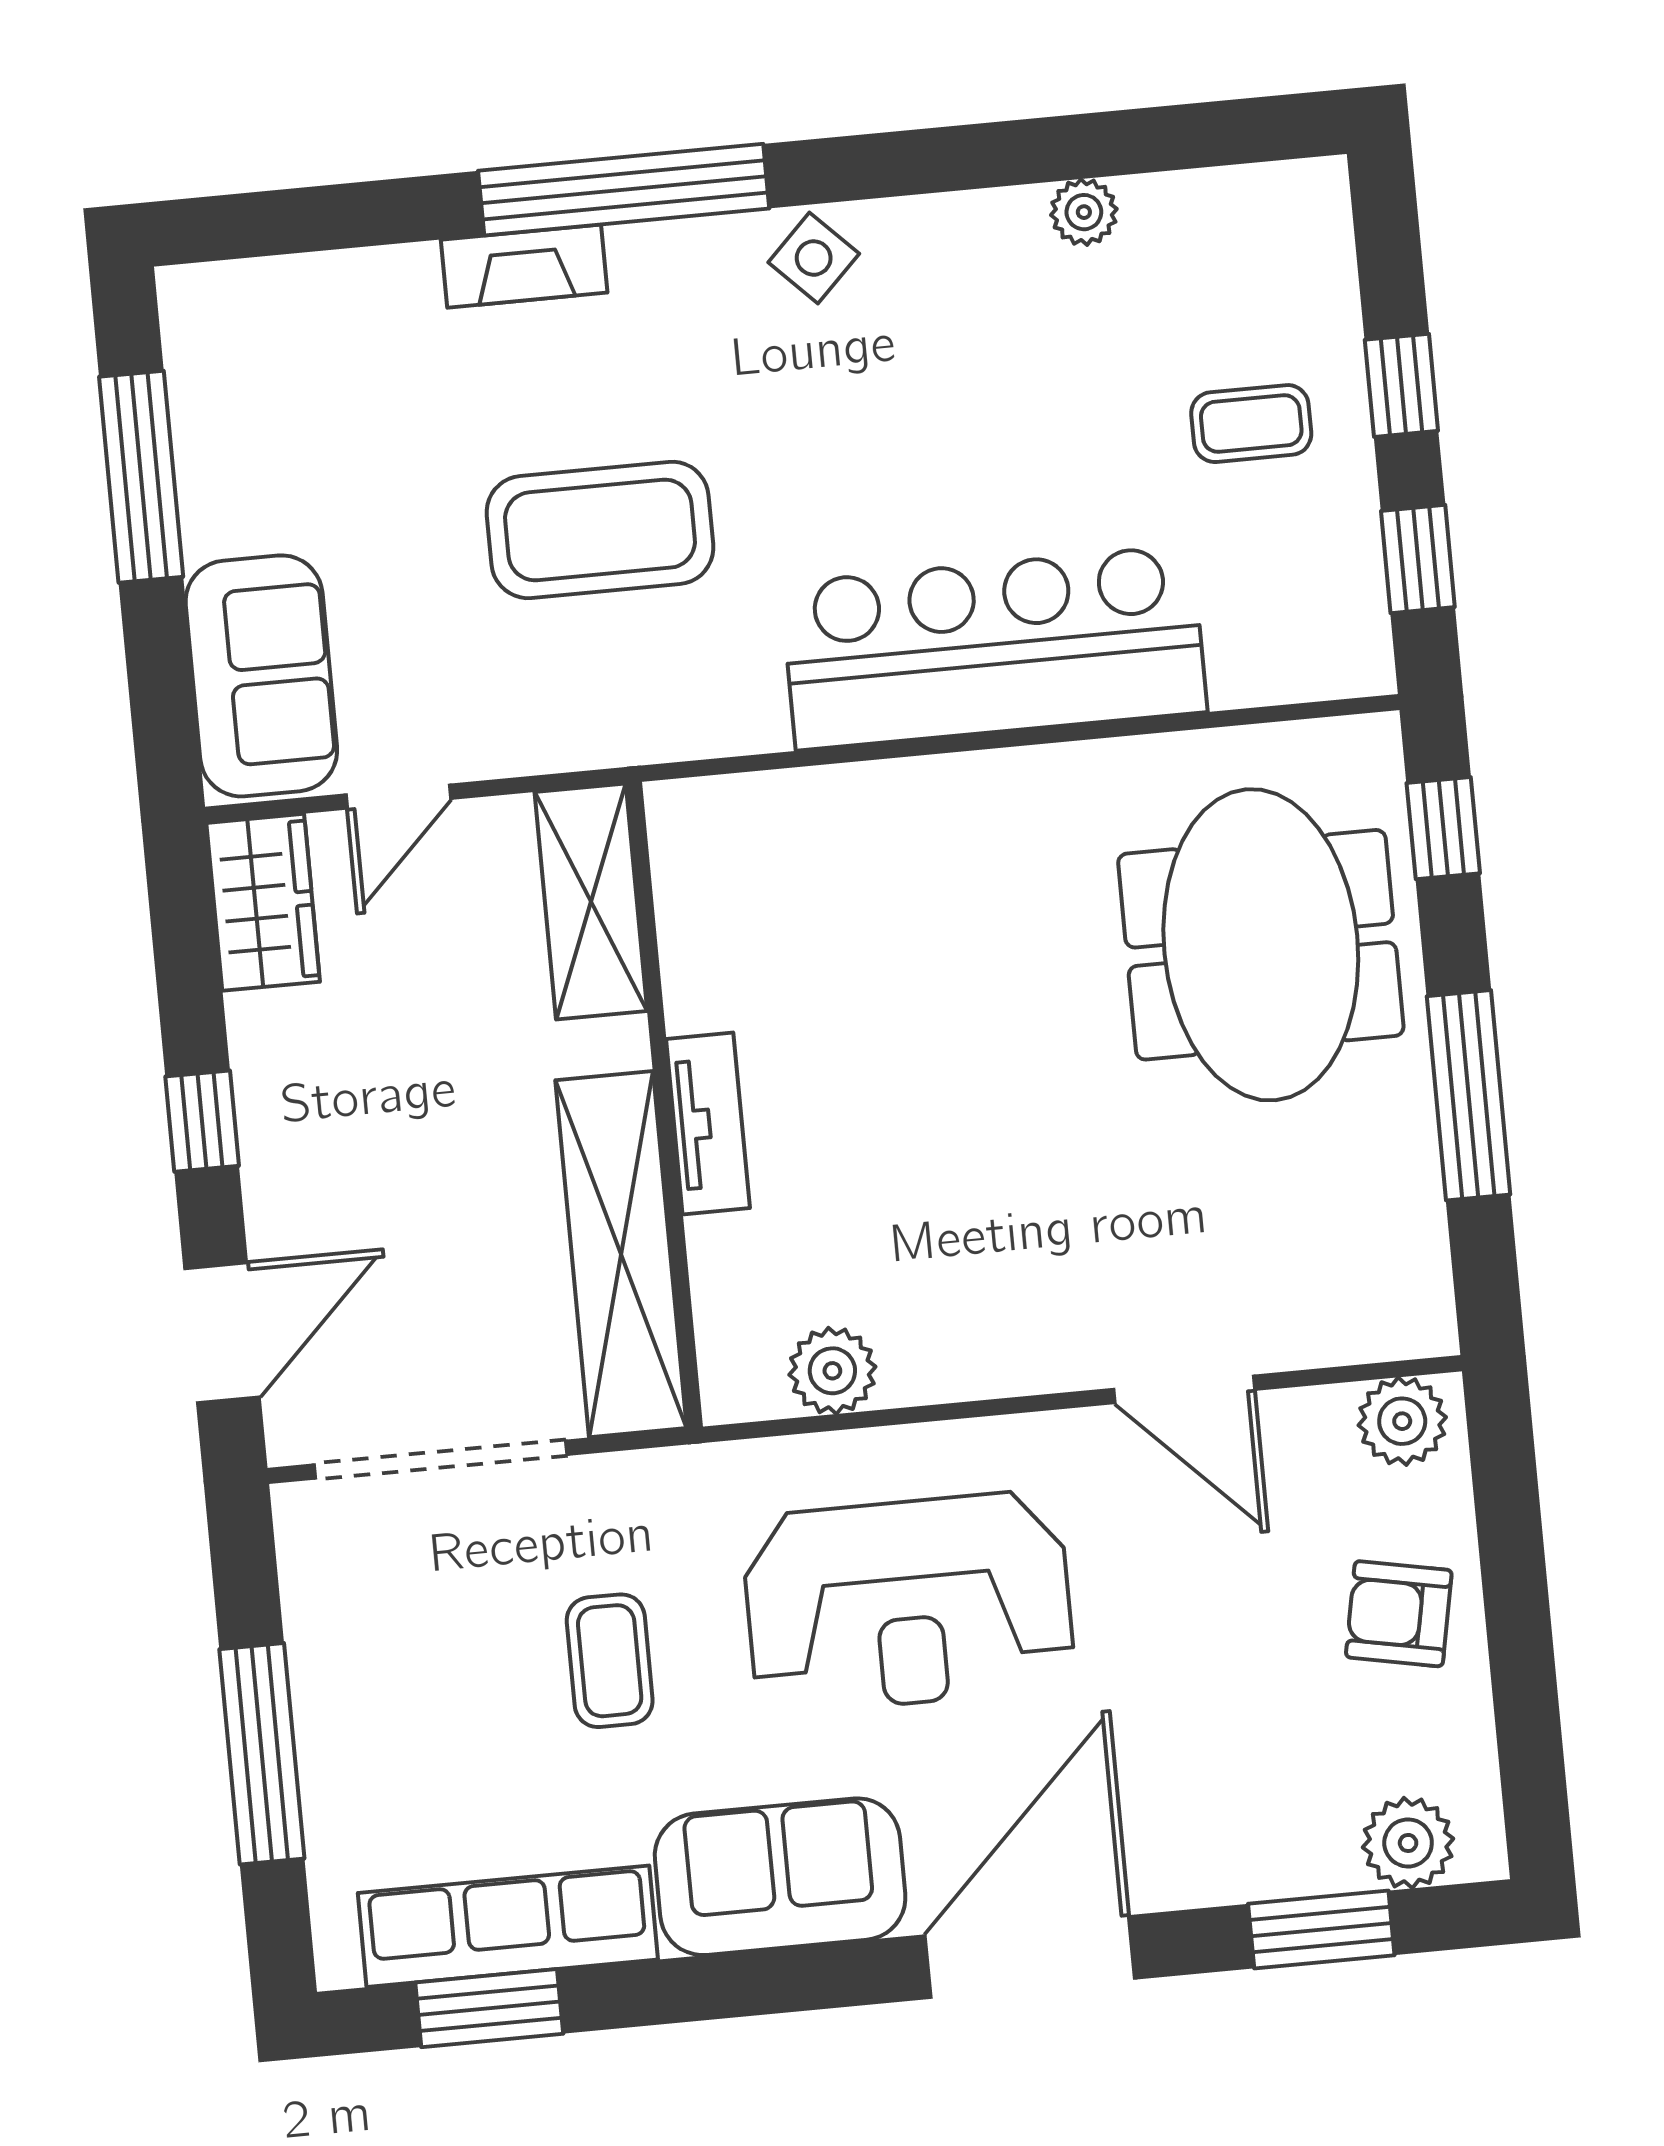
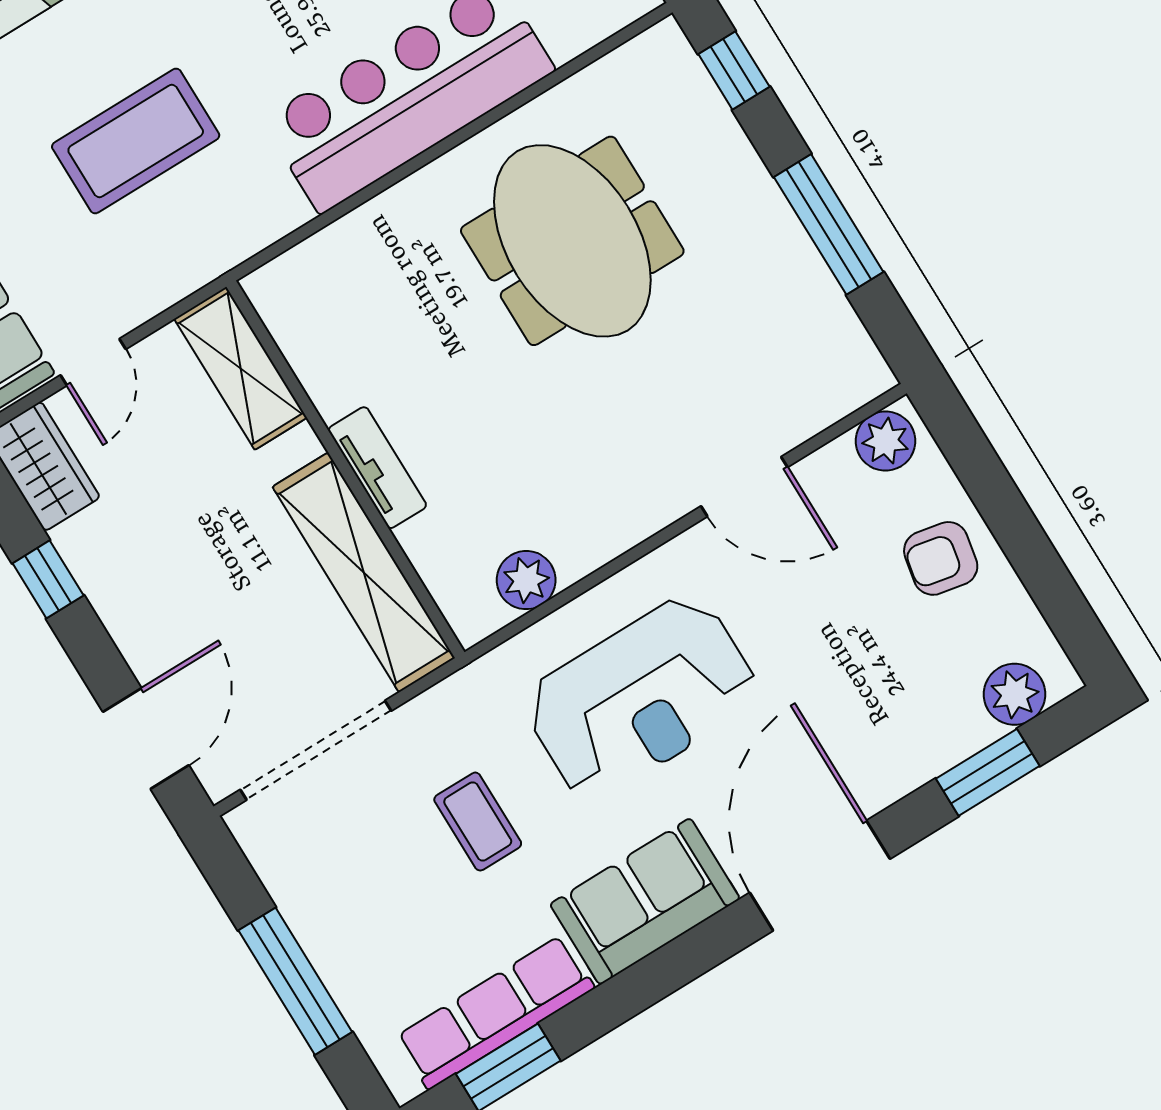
meeting table: (1261, 945) -> (572, 241), moved
window: (202, 1121) -> (48, 579), moved

